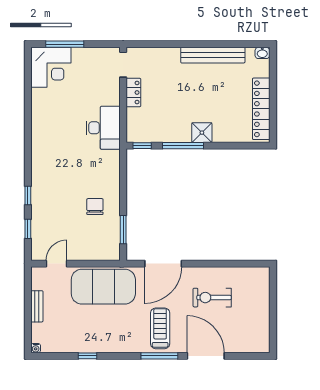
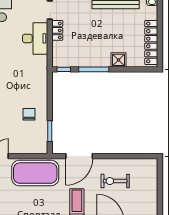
desk: (103, 128) -> (35, 38), moved
shower: (202, 133) -> (118, 60), moved

